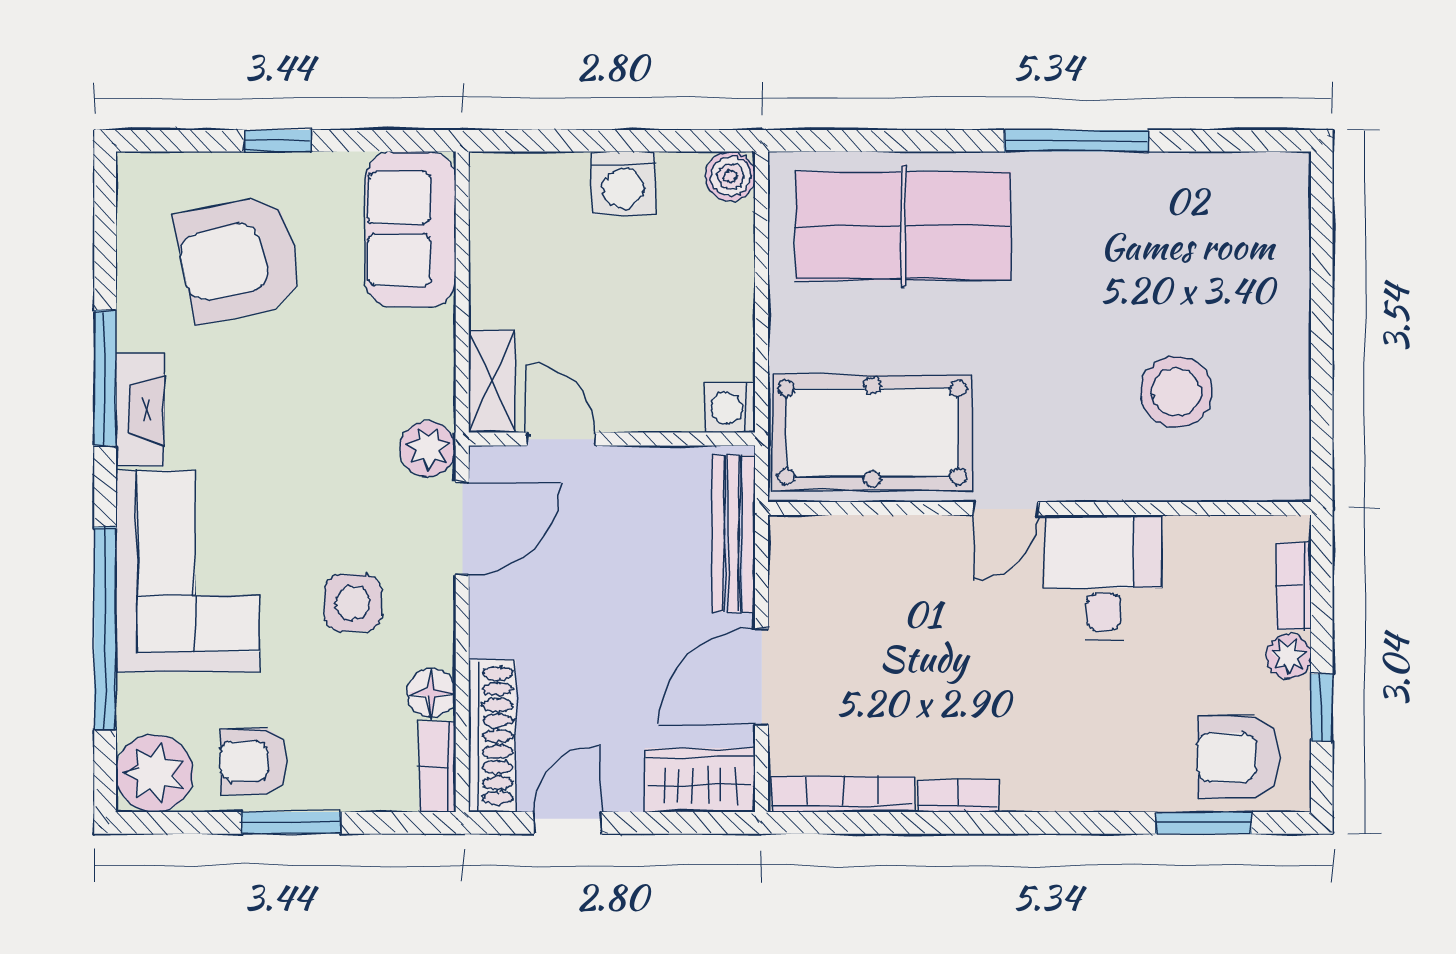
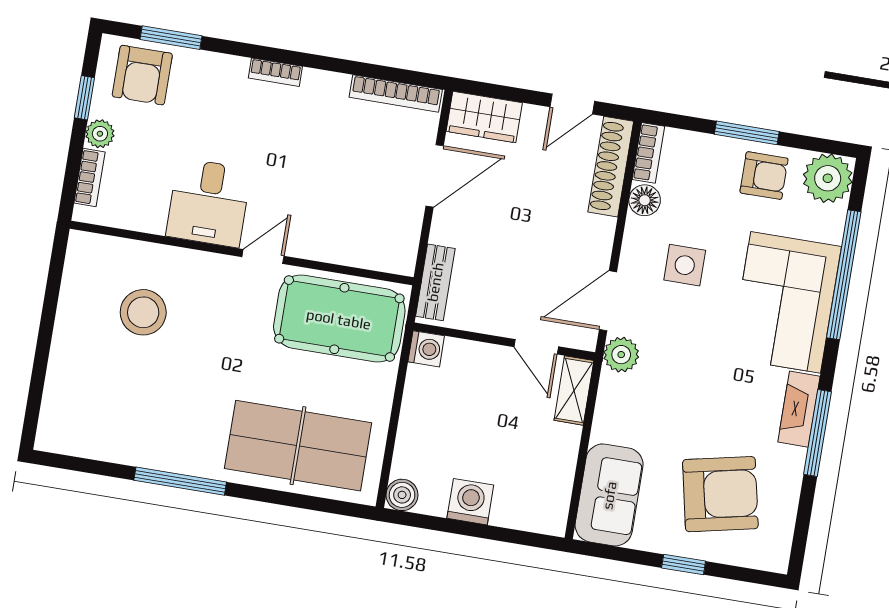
bench: (733, 534) -> (435, 282), width x0.73
armchair: (1238, 758) -> (142, 75), turned 90
bookcase: (958, 796) -> (275, 72), moved

